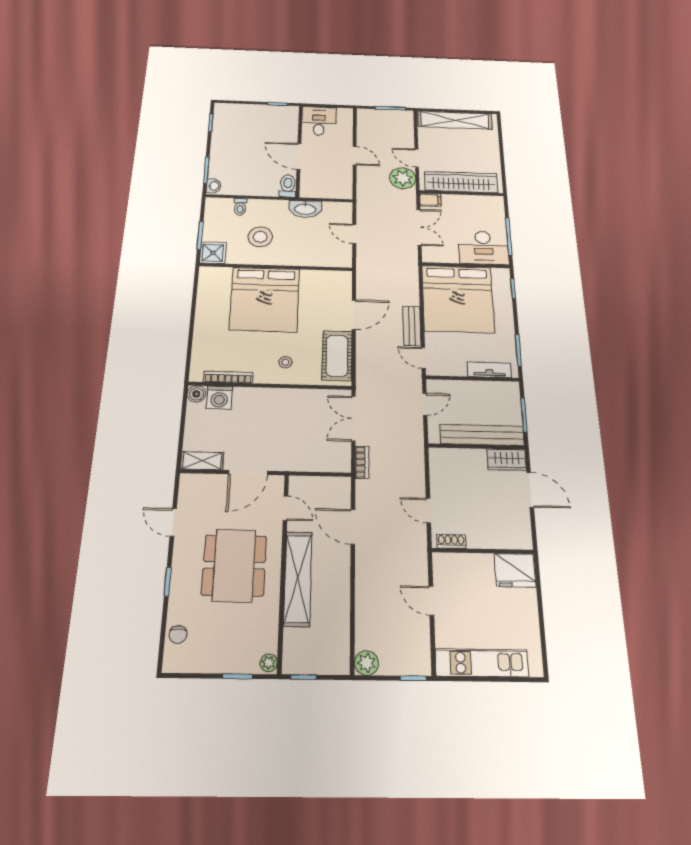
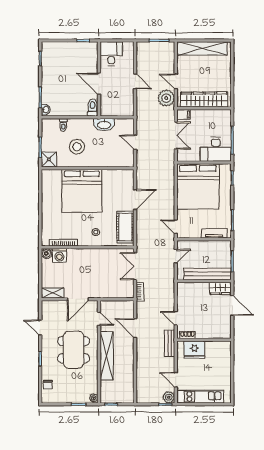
bench: (412, 326) -> (170, 343), moved
fridge: (515, 570) -> (194, 350), moved
door: (431, 601) -> (176, 380), moved
plant: (366, 663) -> (169, 397), moved

